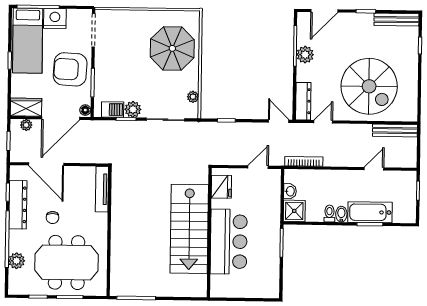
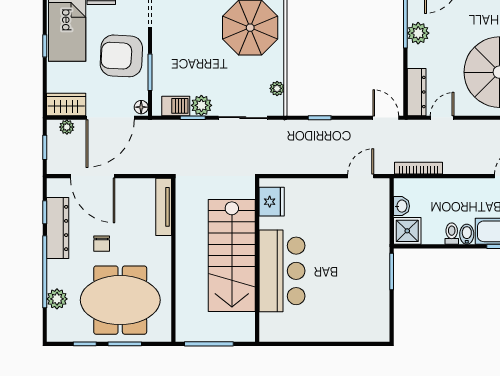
fridge: (221, 187) -> (272, 202), moved
stairs: (189, 229) -> (232, 255), moved
wall: (209, 233) -> (257, 260), moved
bar counter: (229, 242) -> (282, 271), moved

